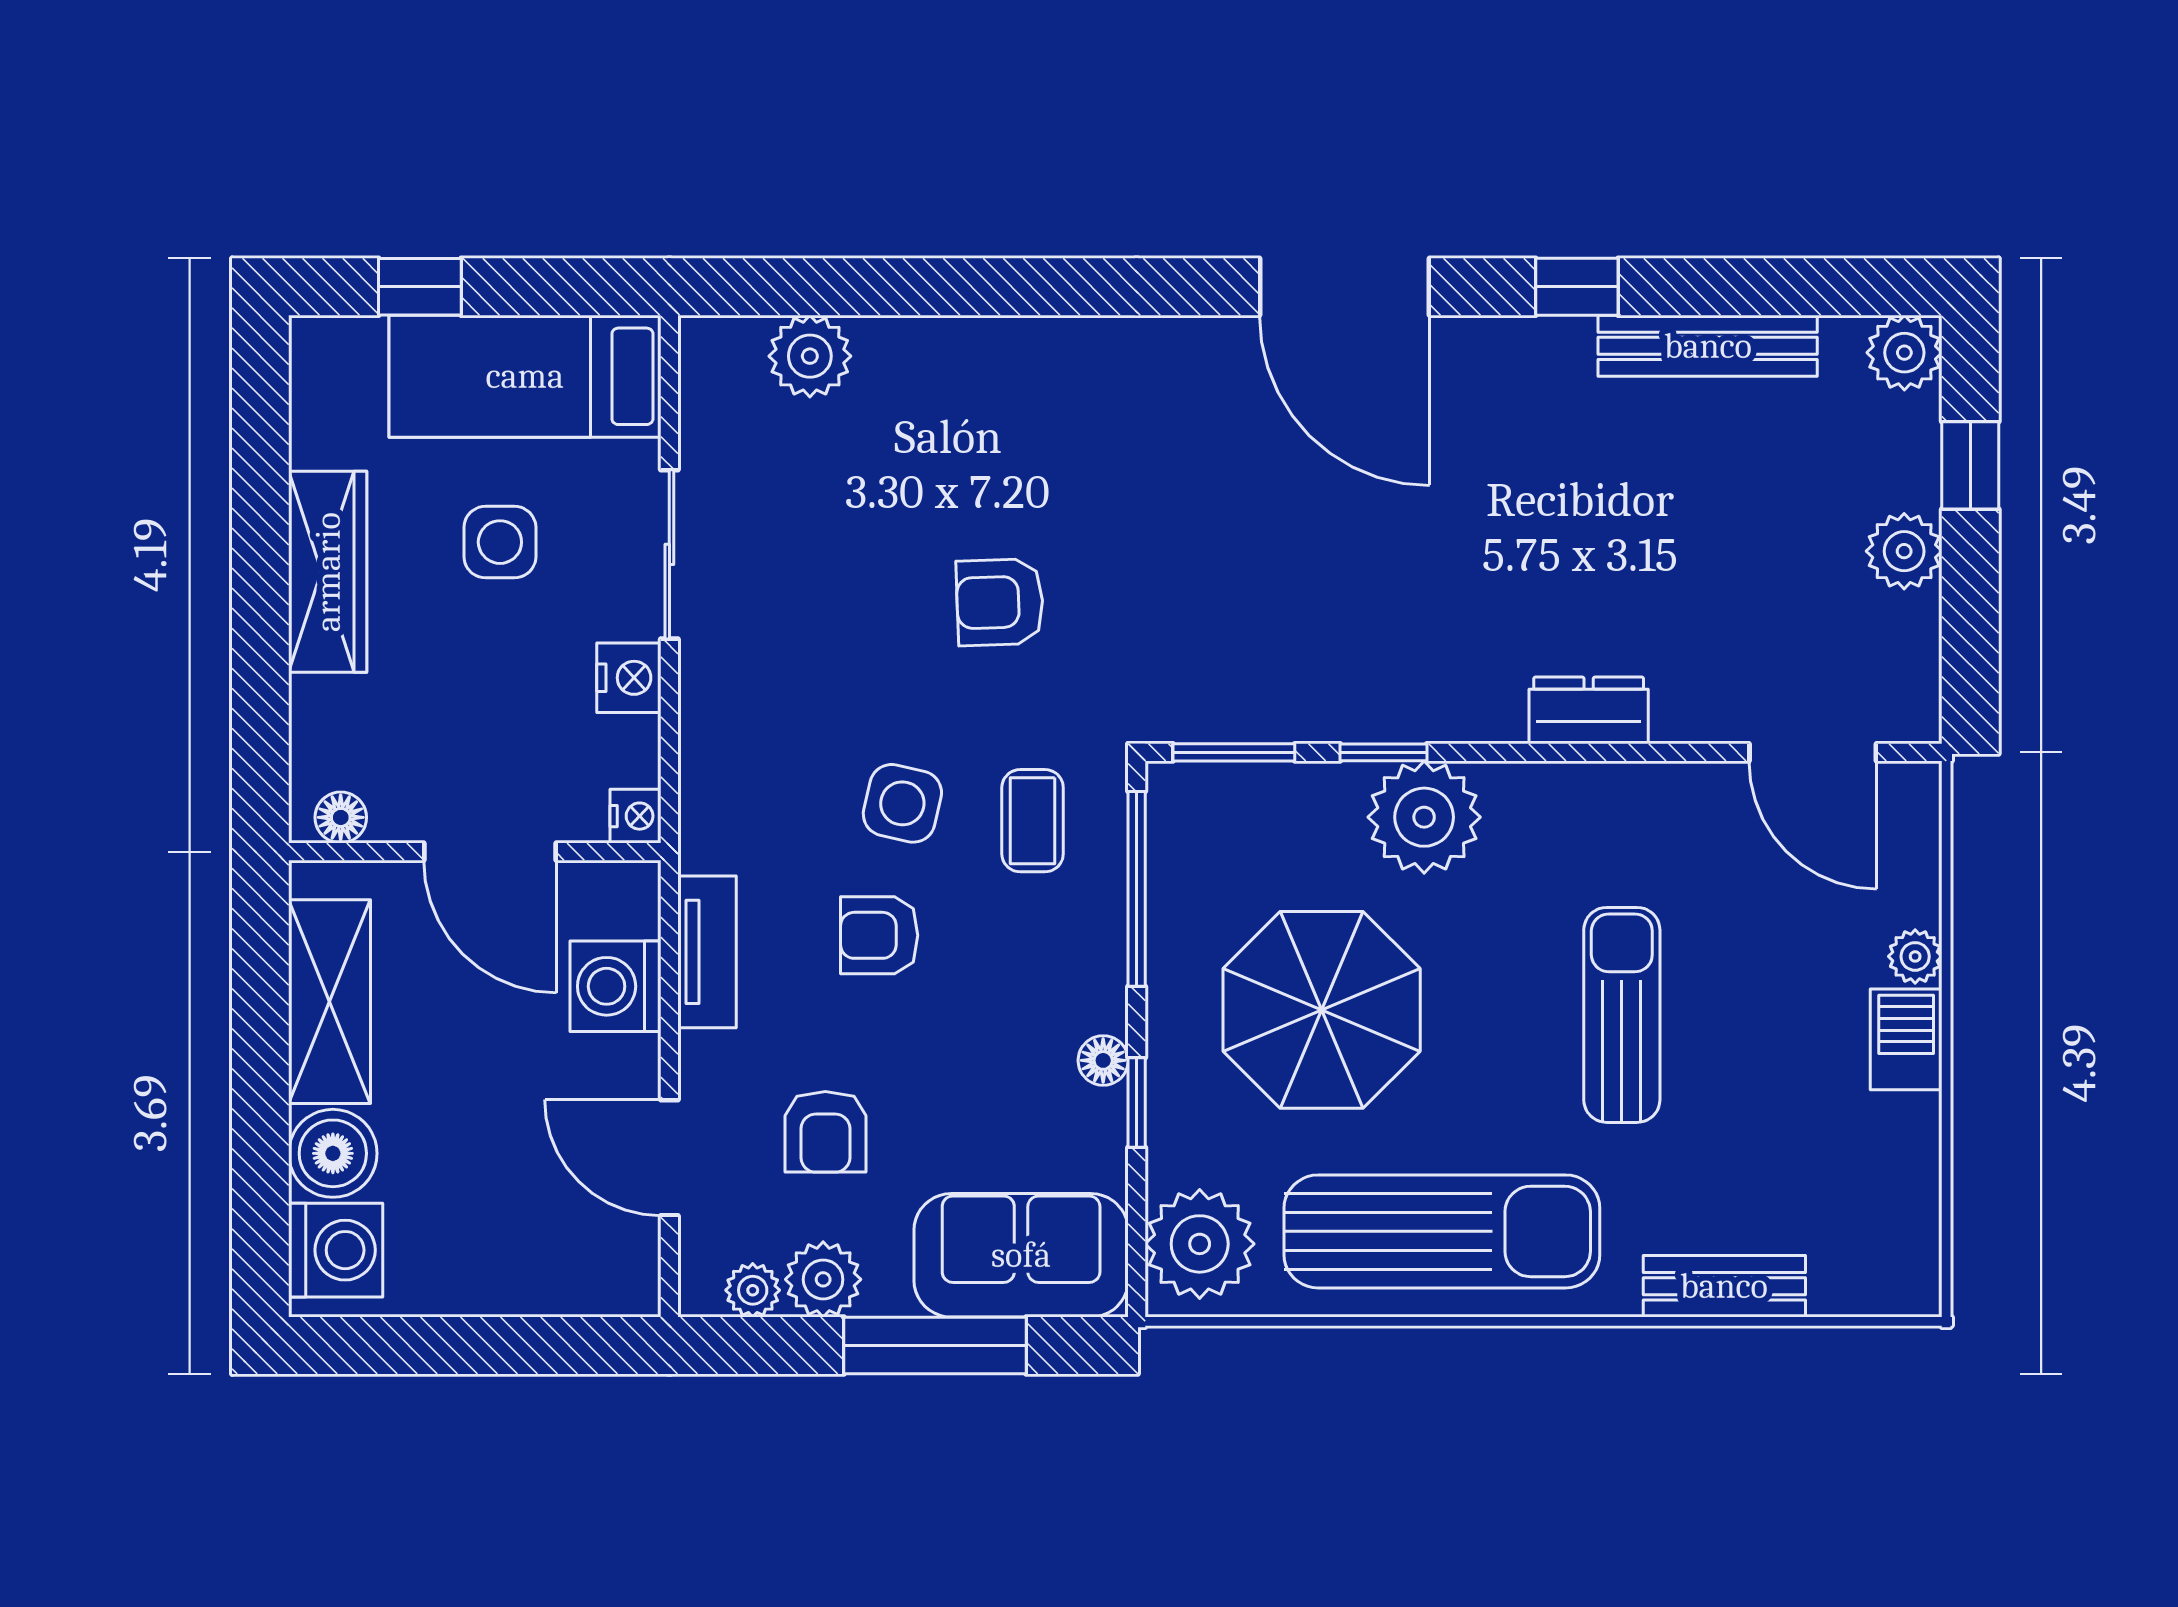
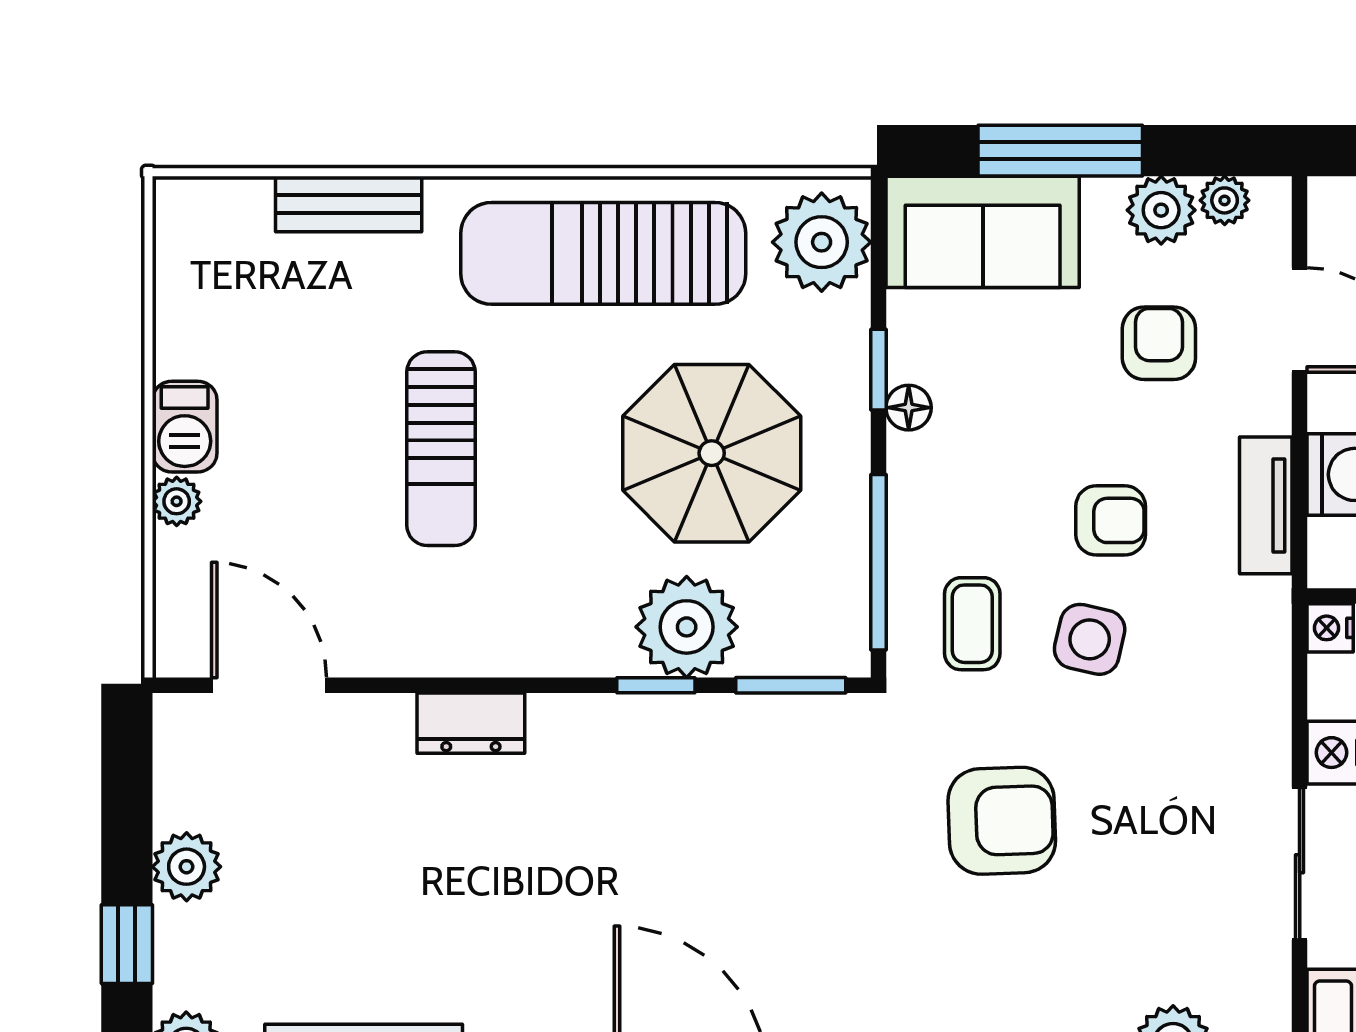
armchair: (1000, 602) -> (1002, 821), width x1.38, depth x1.38
plant: (1424, 817) -> (687, 627), moved

